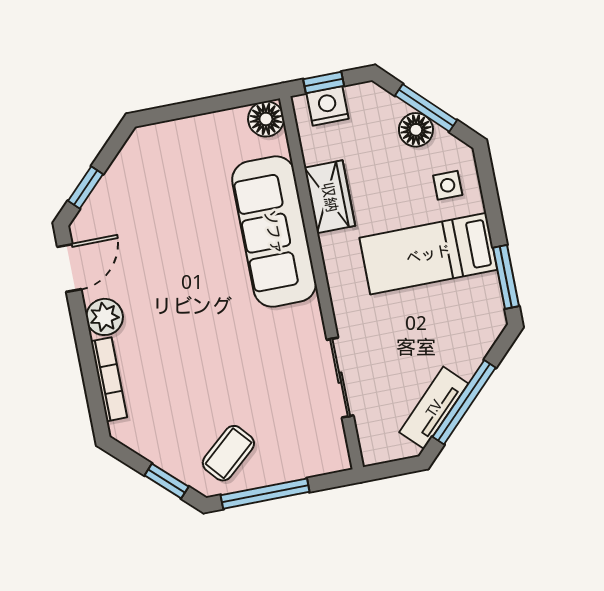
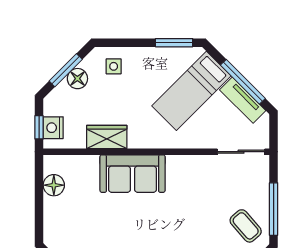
floor lamp: (266, 119) -> (54, 185), moved
sofa: (274, 232) -> (133, 174), width x0.73
bed: (428, 254) -> (191, 91), moved, turned 45
sliding door: (340, 378) -> (241, 152), moved

